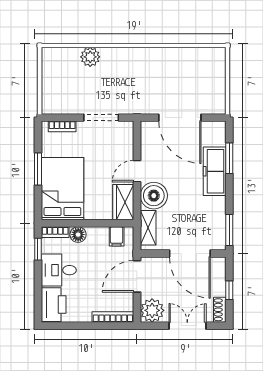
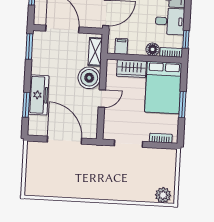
plant: (90, 57) -> (163, 195), moved
wardrobe: (123, 202) -> (131, 69), moved, turned 90

